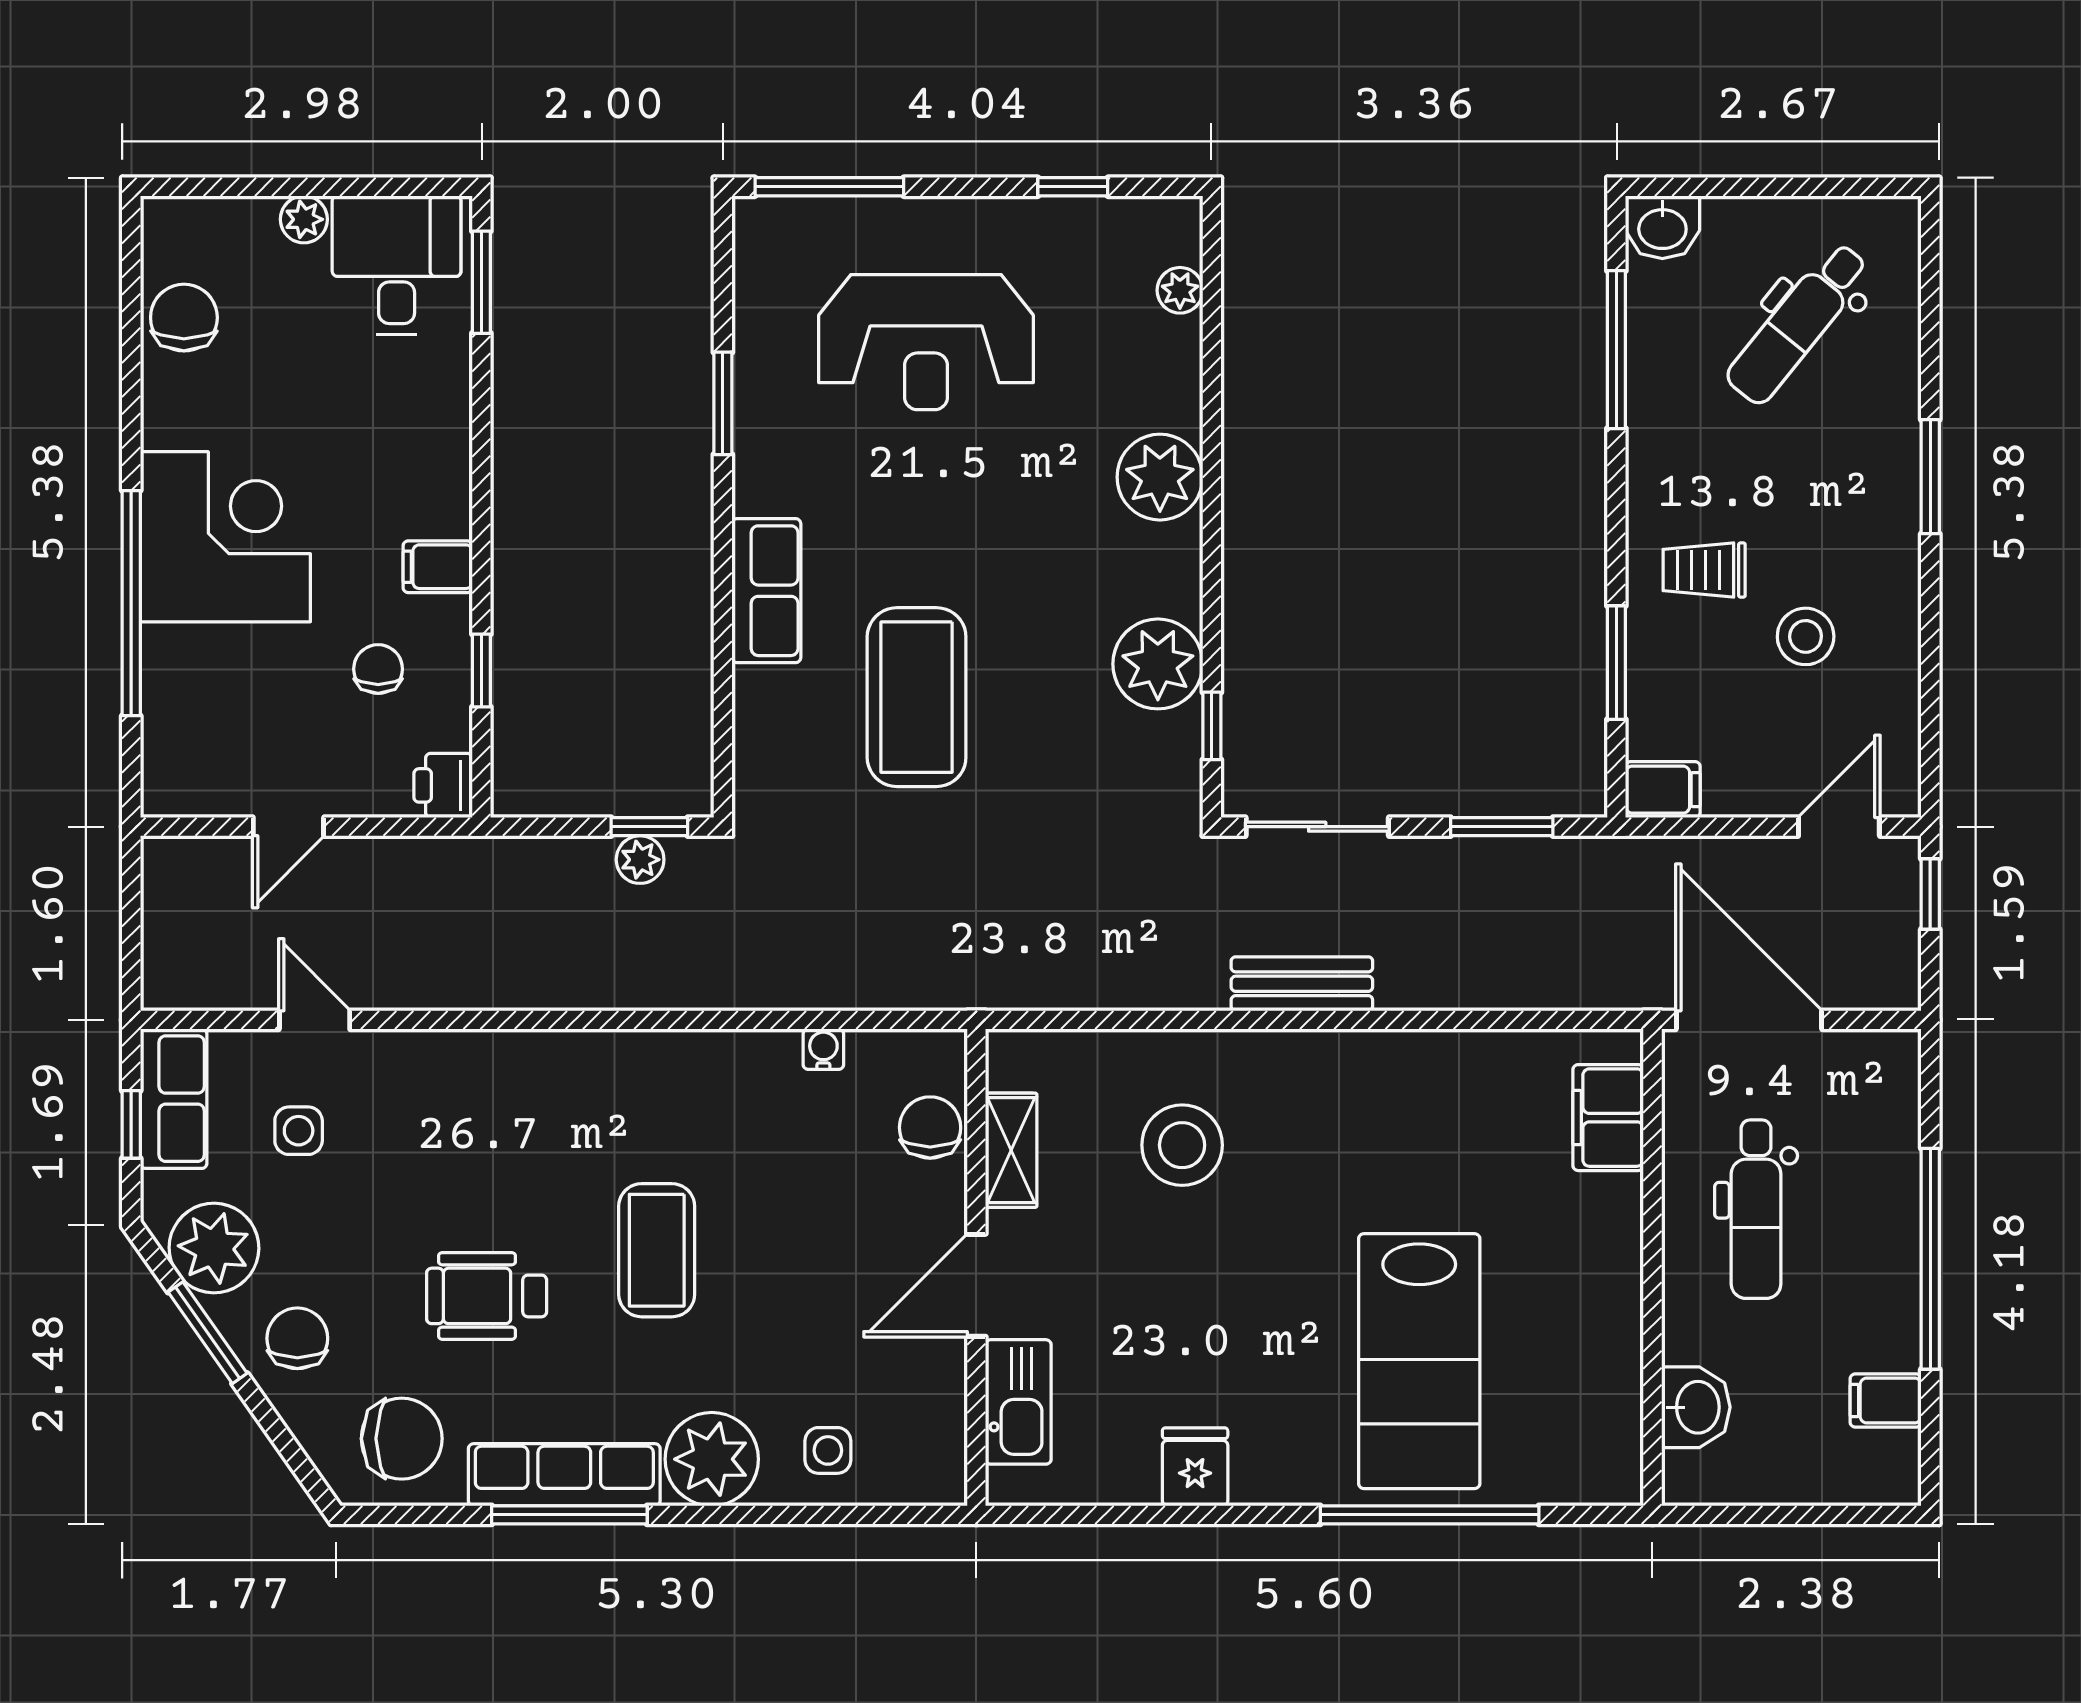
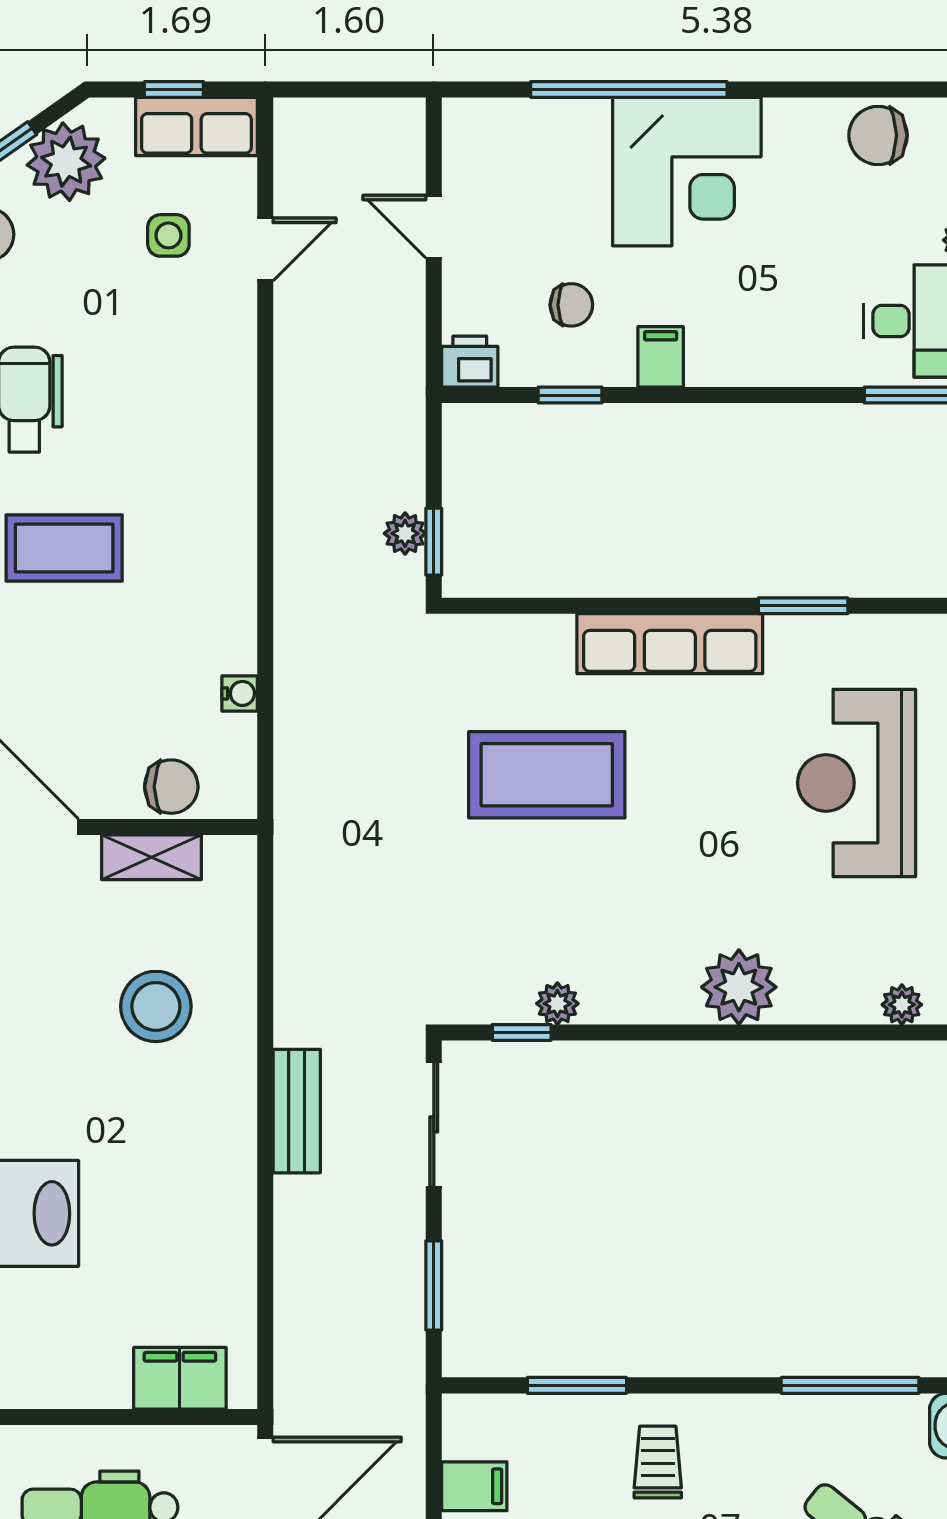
chair: (184, 318) -> (878, 135), turned 180
row of seats: (766, 591) -> (670, 644), width x1.48
plant: (1158, 664) -> (557, 1004), width x0.53, depth x0.53
filing cabinet: (1663, 790) -> (474, 1486), moved, turned -90

